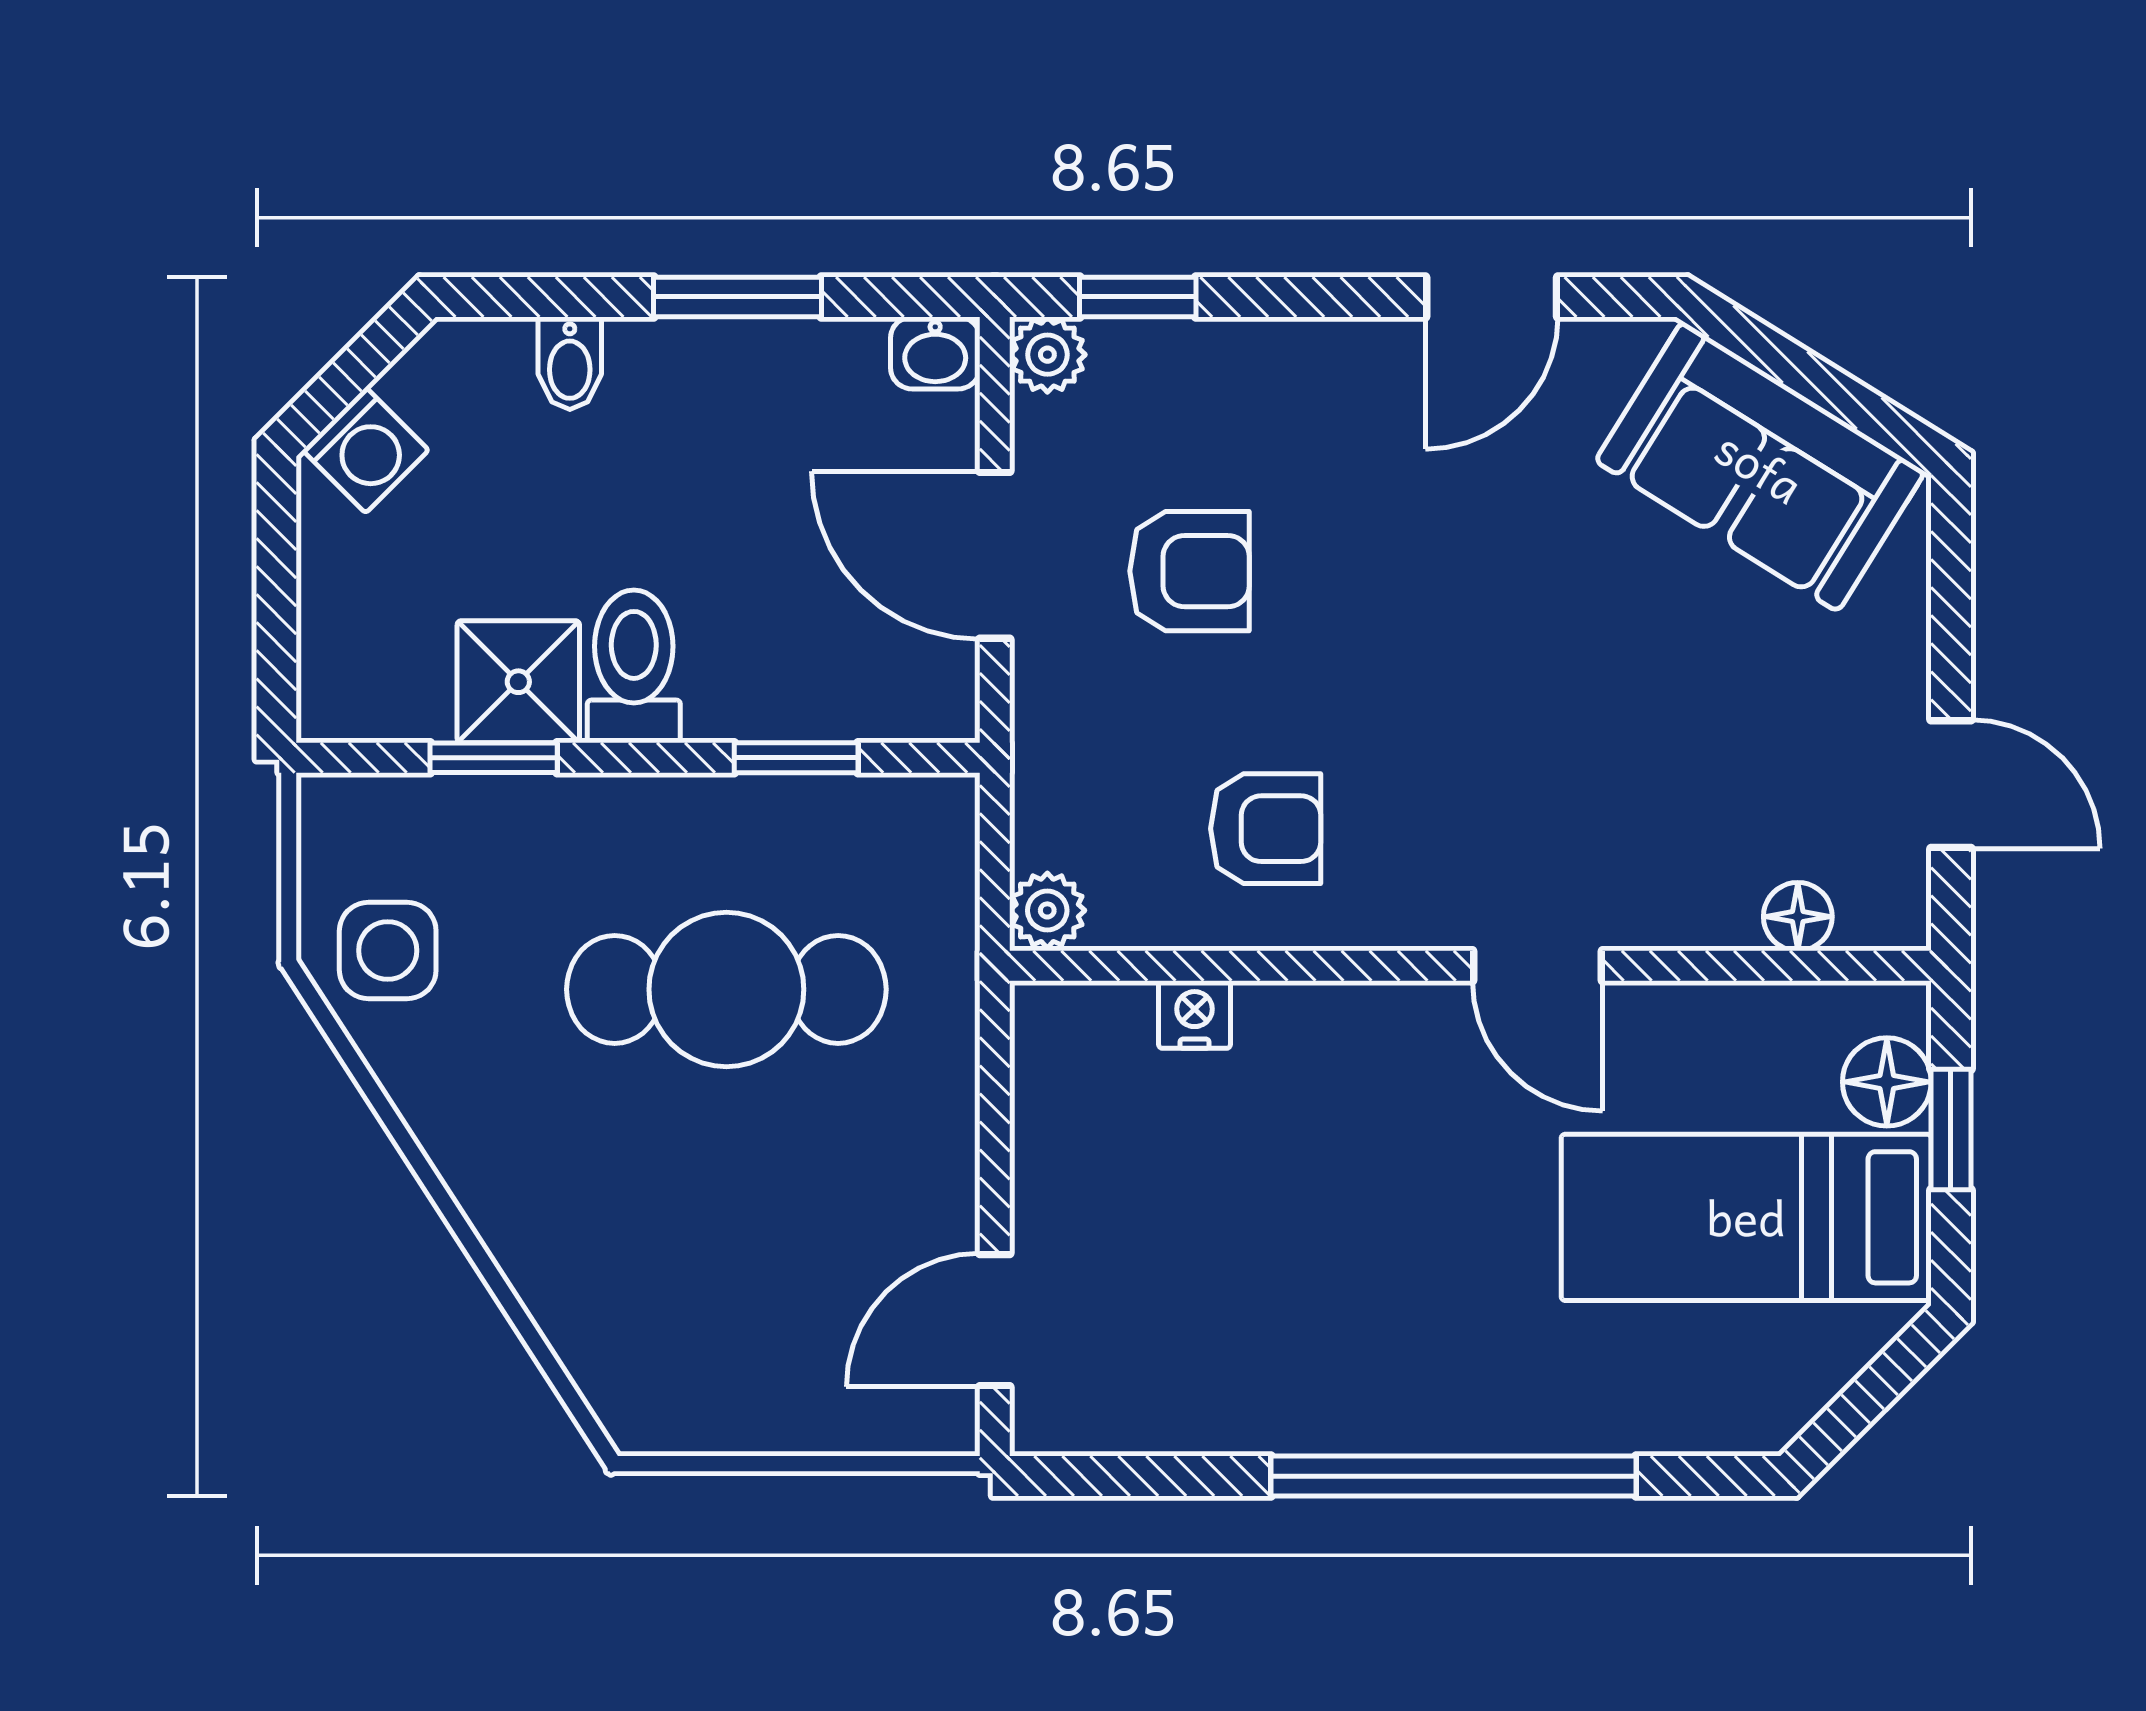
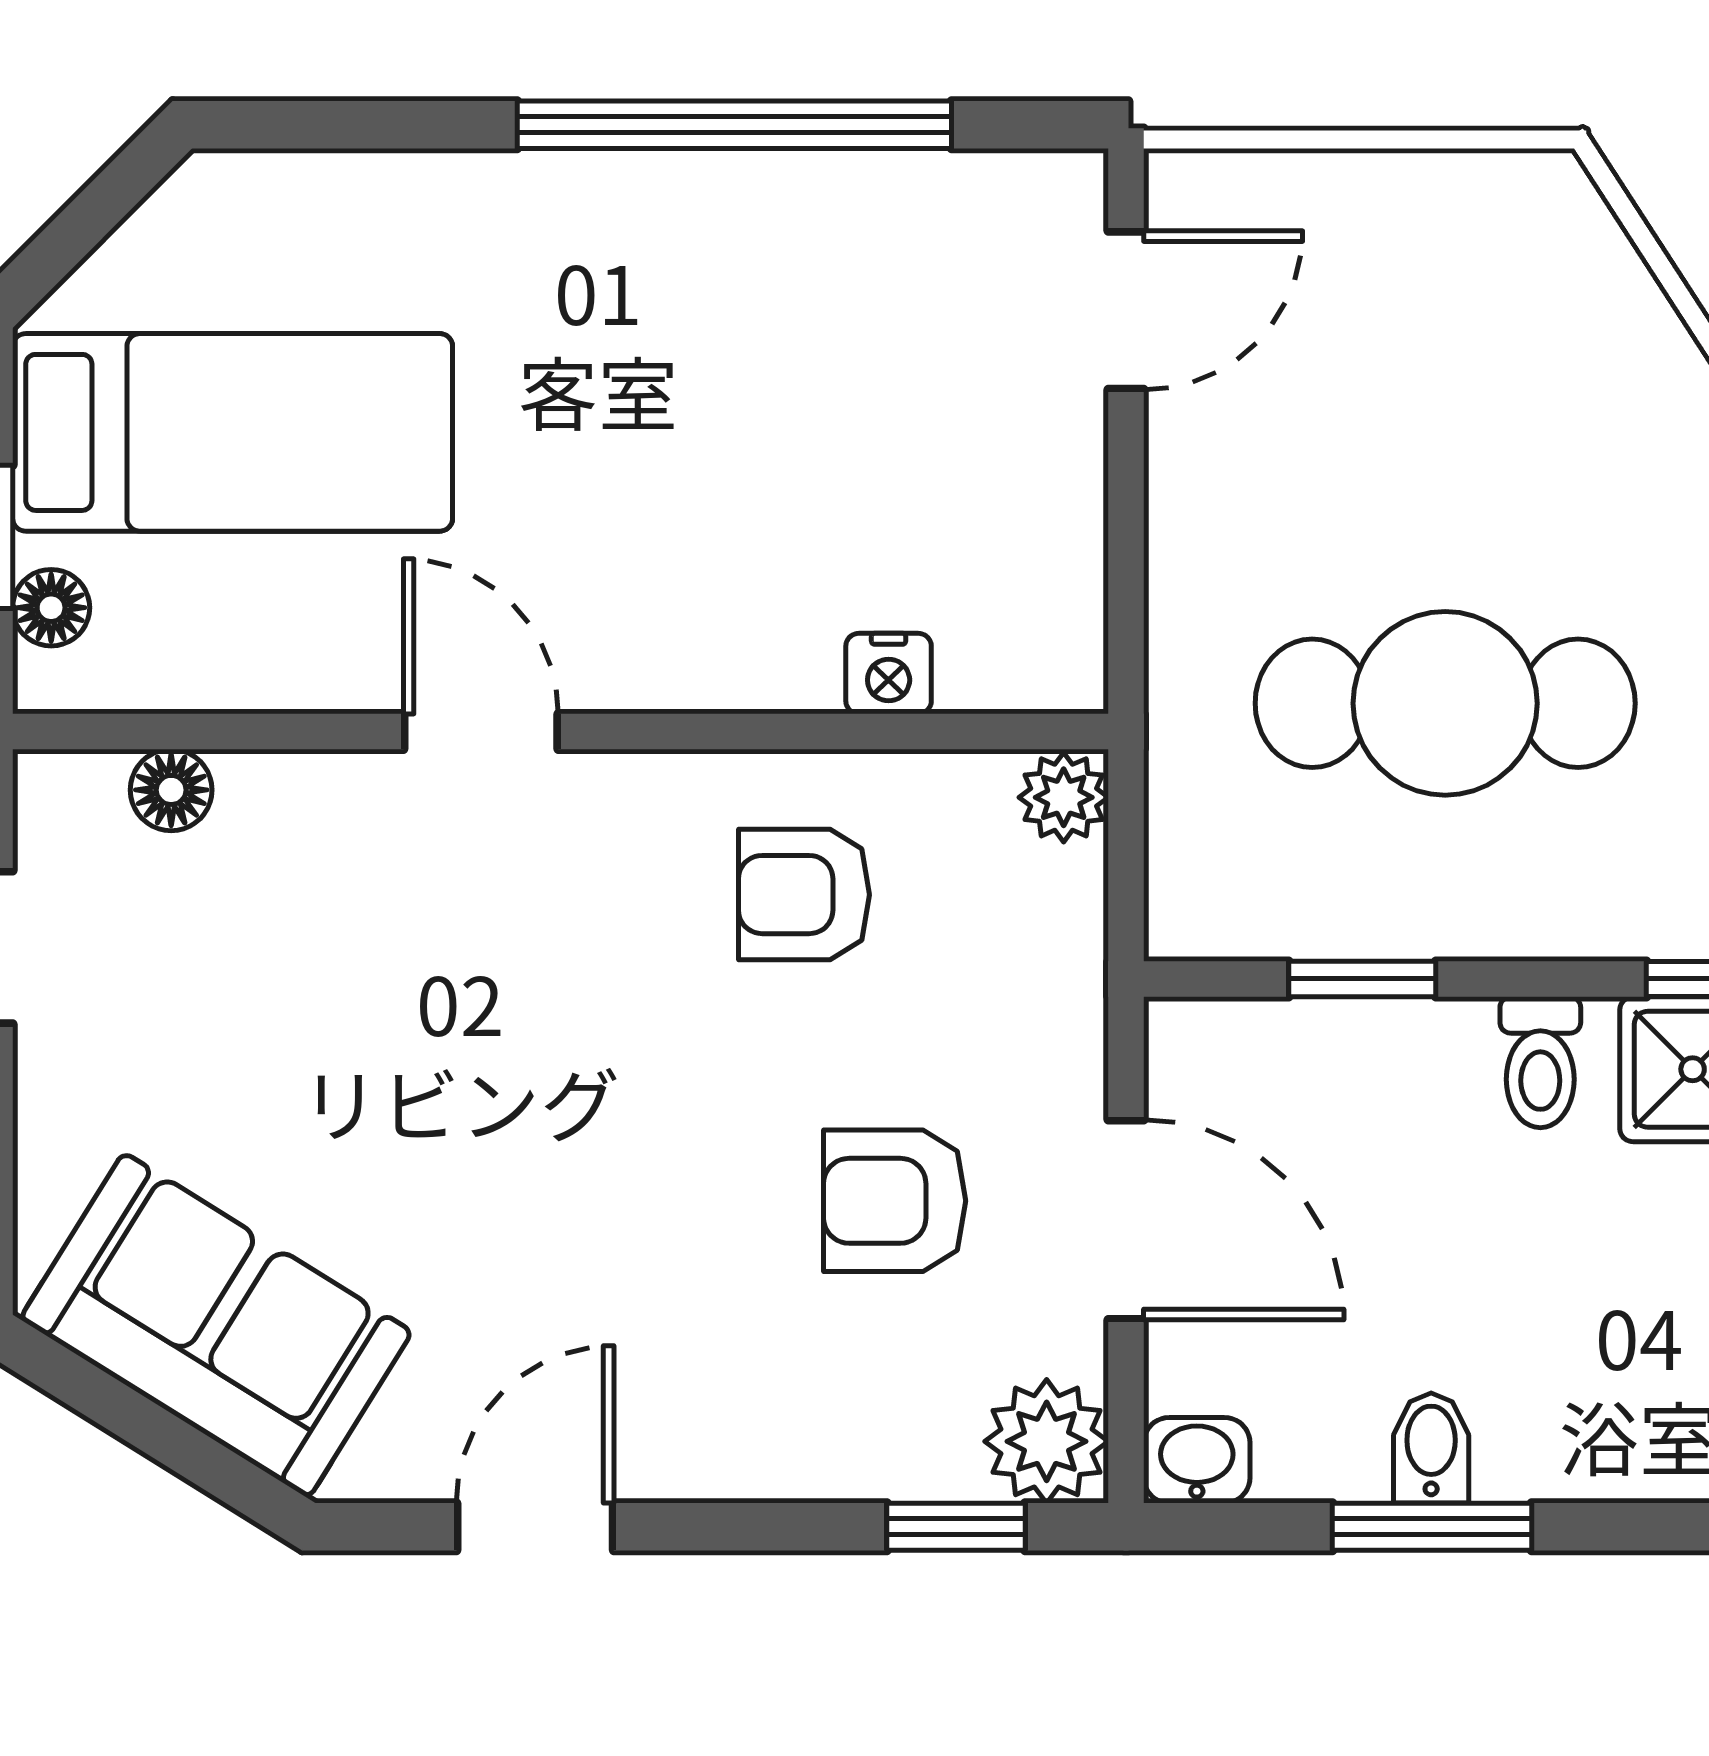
plant: (1047, 355) -> (1047, 1441), width x1.38, depth x1.38
bidet: (570, 363) -> (1431, 1448), moved
toilet: (634, 666) -> (1540, 1062), width x0.73, depth x0.72
floor lamp: (1887, 1082) -> (51, 608), width x0.73, depth x0.73
window: (1453, 1476) -> (734, 125), moved

